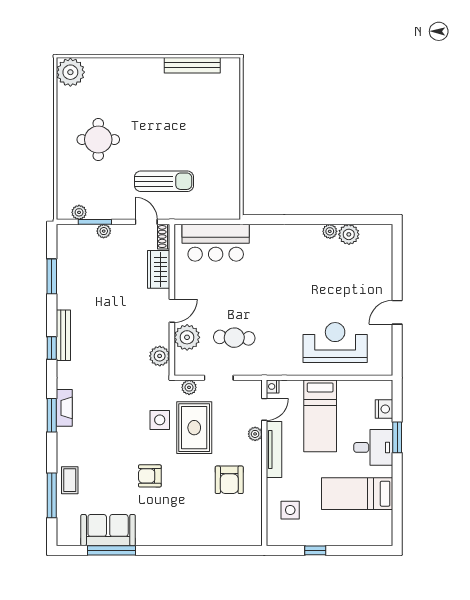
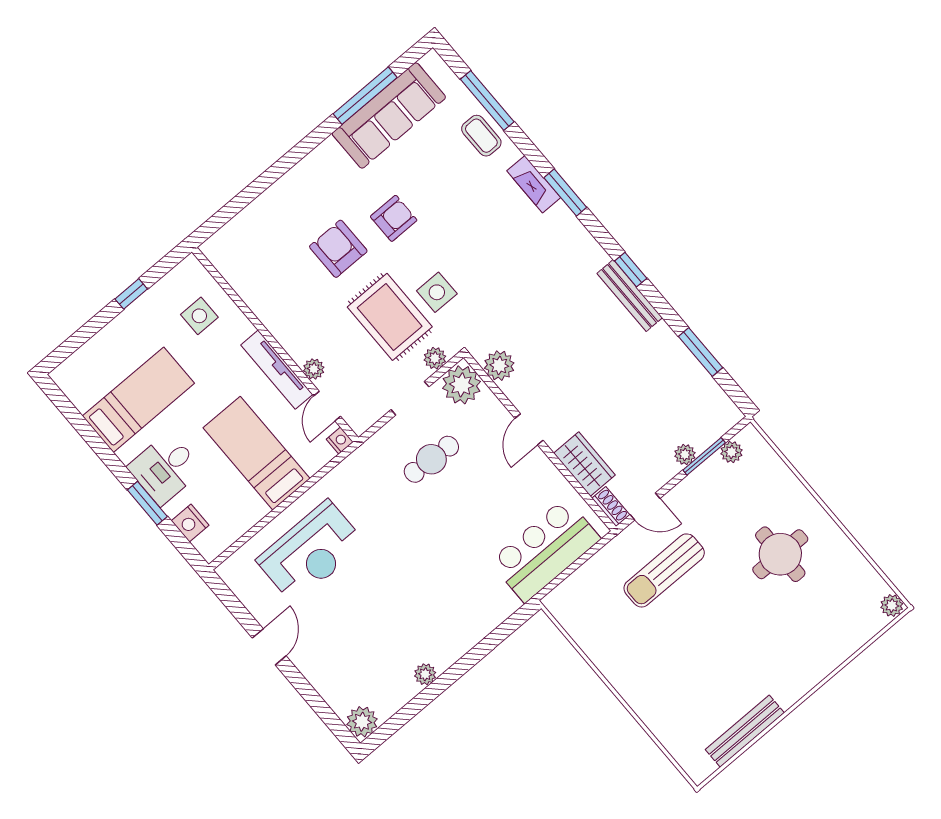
plant: (70, 72) -> (892, 606), width x0.53, depth x0.53
plant: (349, 234) -> (362, 722), moved
plant: (187, 337) -> (461, 385), moved
fireplace: (64, 408) -> (534, 184), moved
armchair: (229, 480) -> (338, 249), moved
sofa: (108, 530) -> (389, 115), width x1.36

